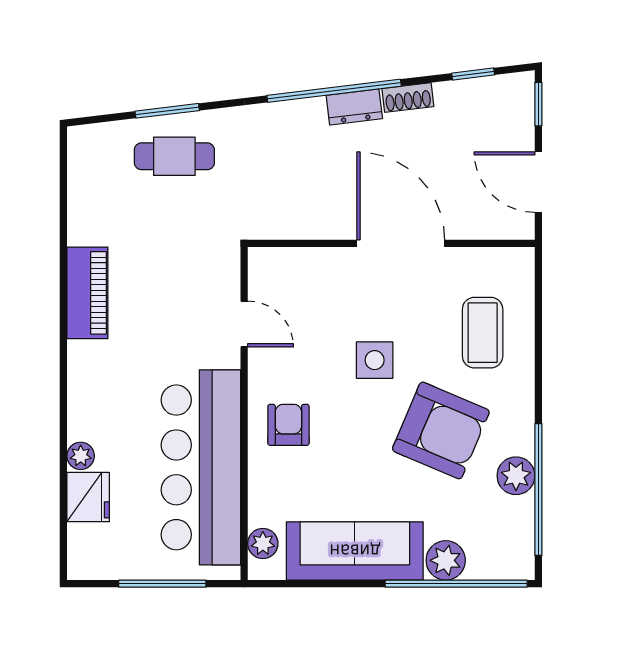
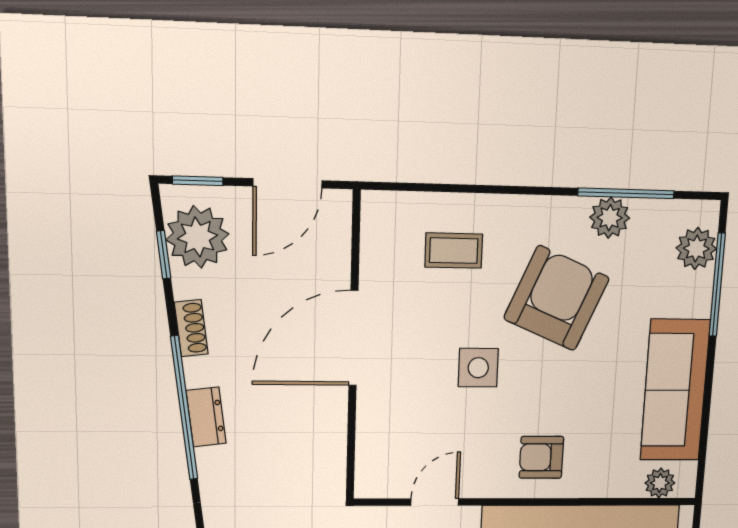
plant: (489, 104) -> (197, 237), added
dresser: (354, 107) -> (206, 417), moved
coffee table: (483, 333) -> (454, 251), width x0.73, depth x0.77
window: (538, 490) -> (626, 193), width x0.68
plant: (446, 560) -> (696, 248), moved
window: (456, 584) -> (717, 285), width x0.68

